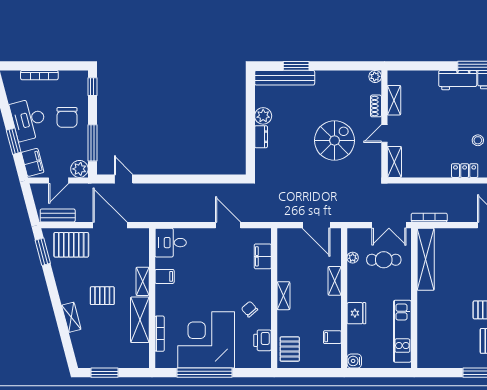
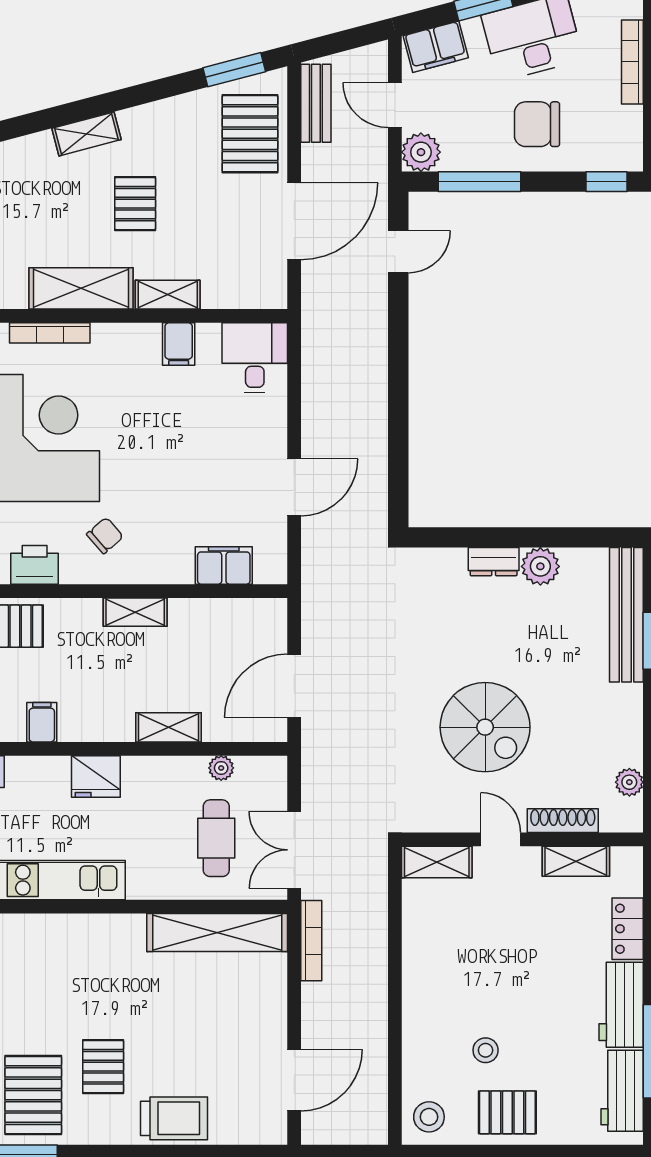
plant: (375, 76) -> (629, 782), moved
shoe rack: (376, 106) -> (563, 821), width x1.43
locker: (465, 171) -> (628, 929), moved, turned 180

